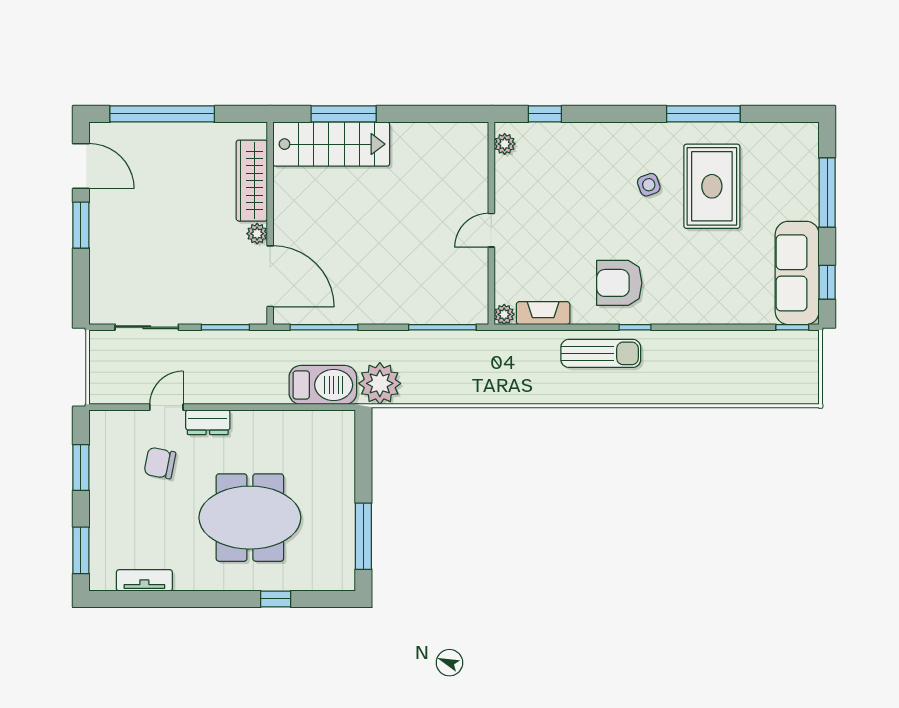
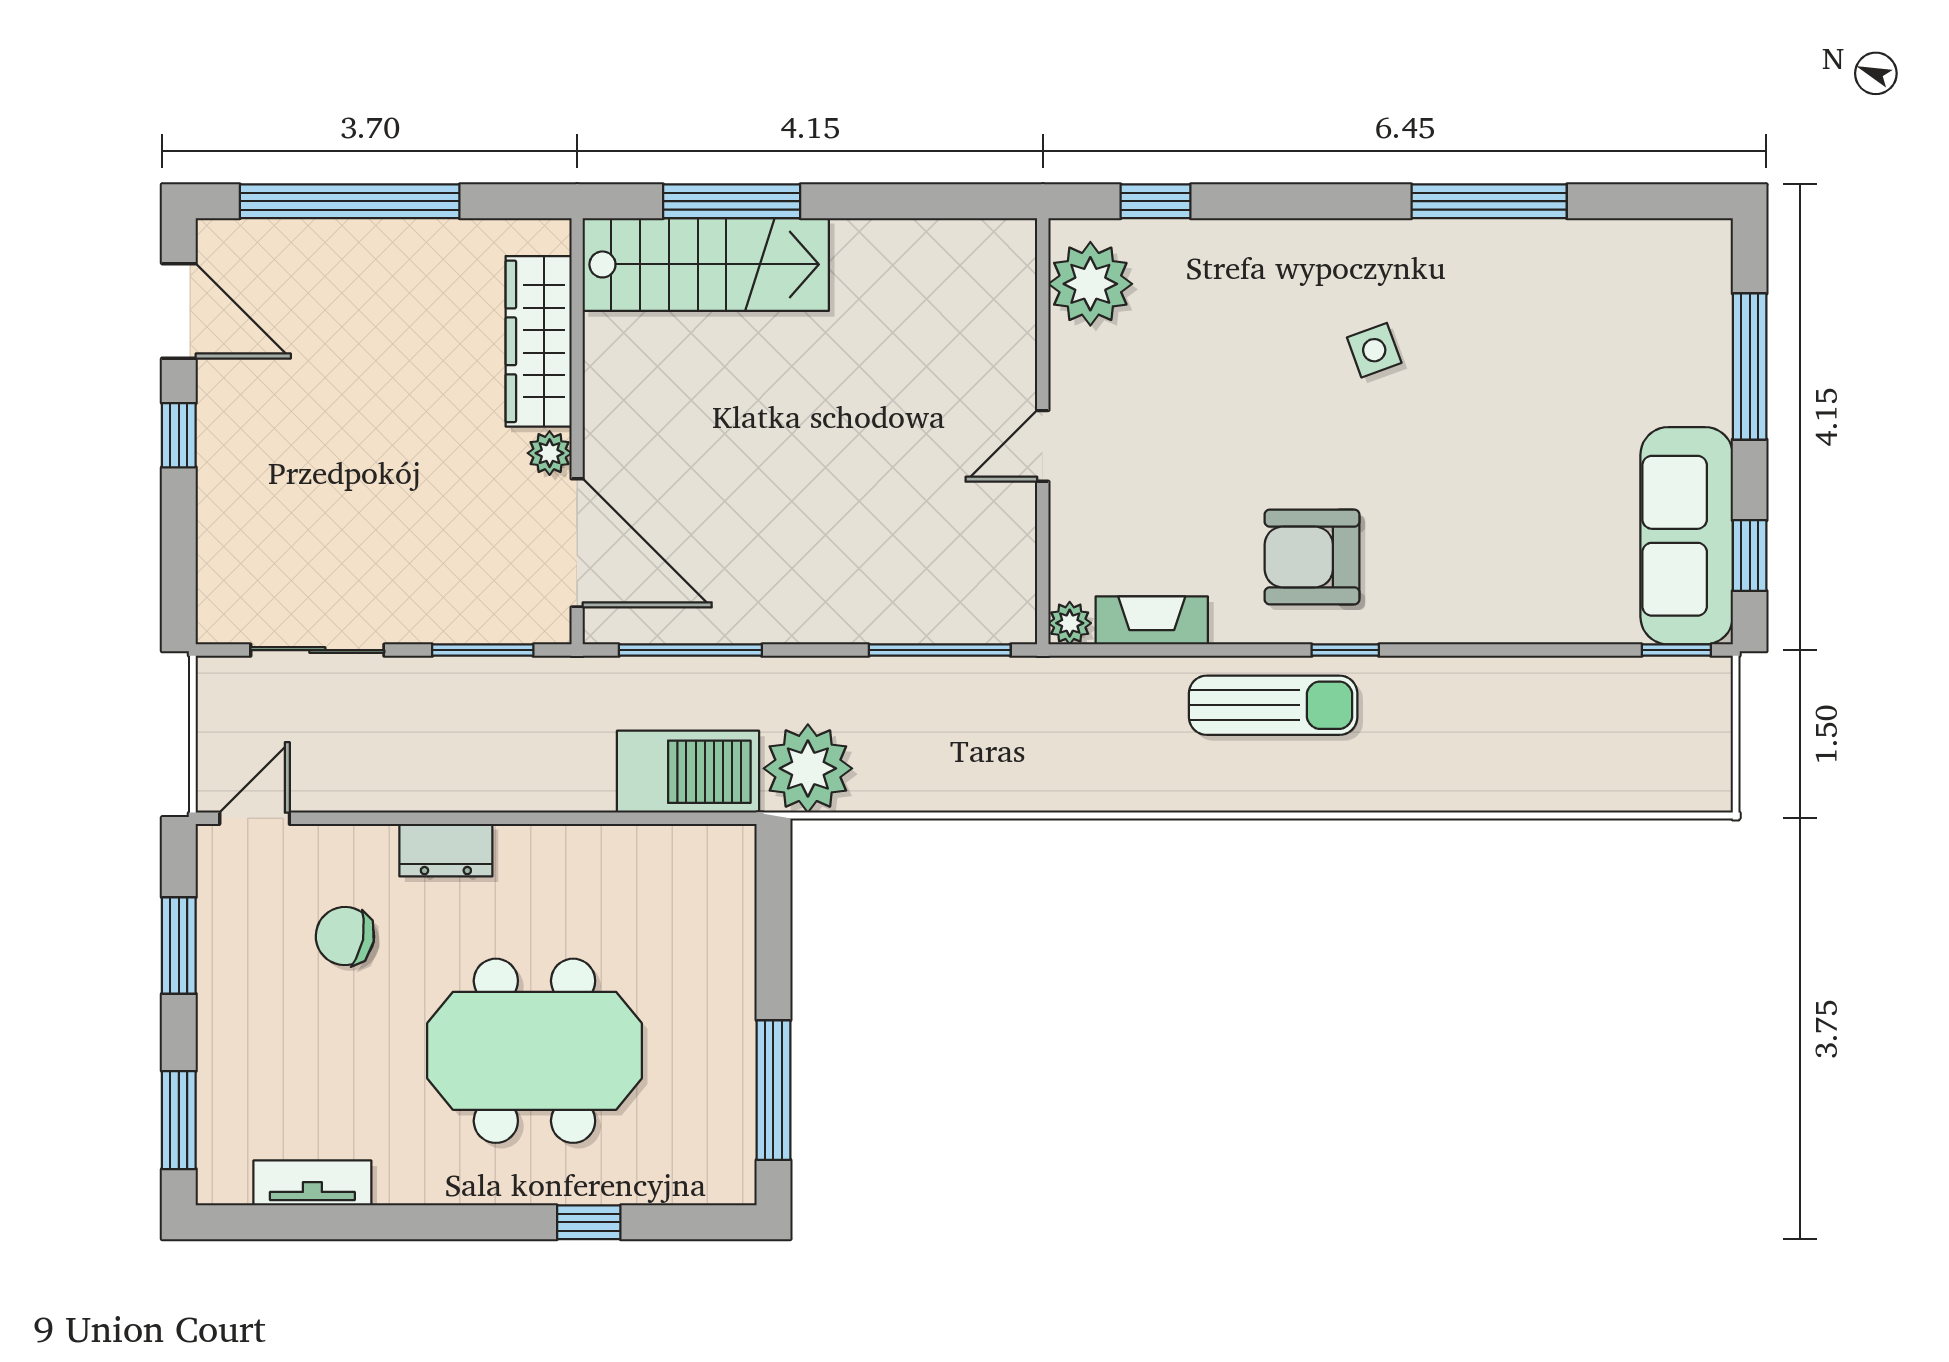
plant: (505, 144) -> (1090, 284), width x1.87, depth x1.87
rug: (712, 186) -> (1507, 353), removed
window: (81, 225) -> (179, 435), width x0.67
door: (166, 407) -> (255, 818), moved

